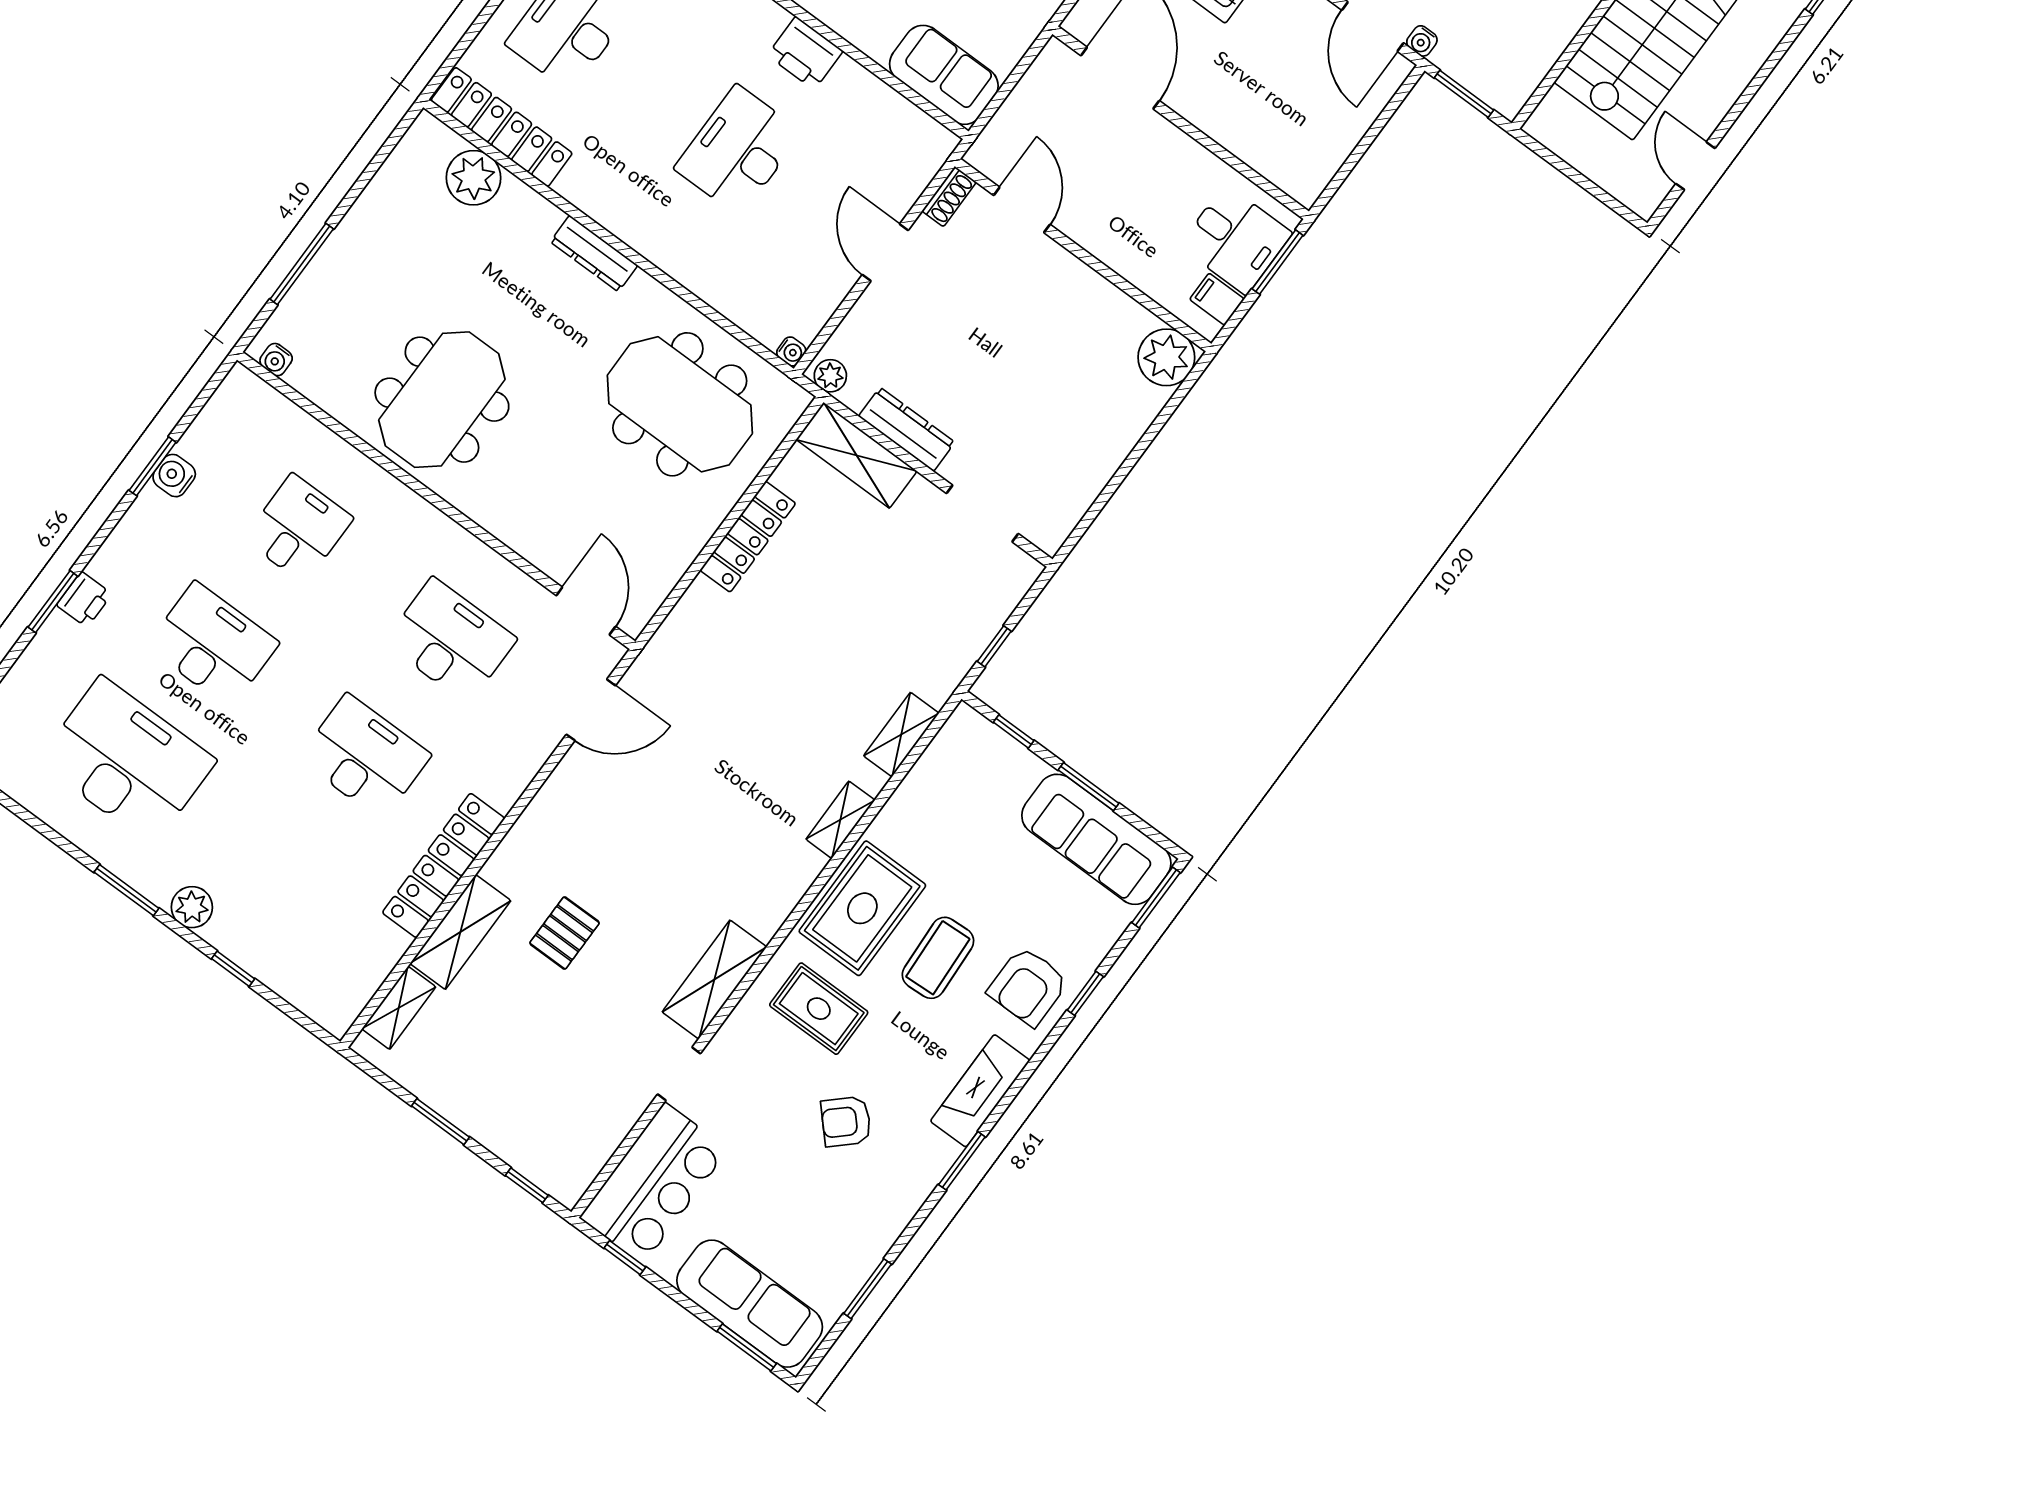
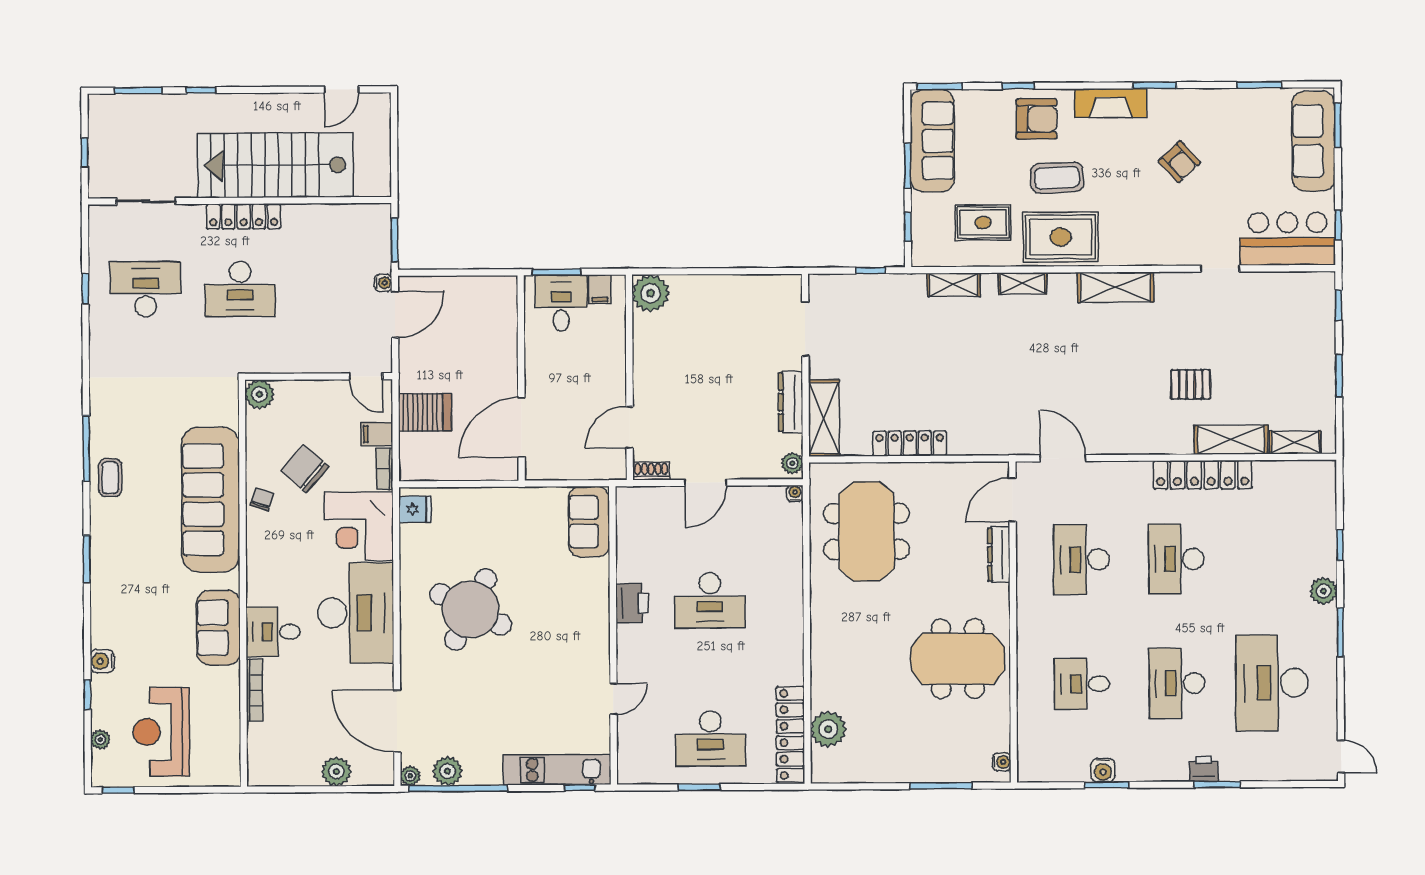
dresser: (594, 254) -> (999, 555), moved, turned 180
shelving: (714, 979) -> (1116, 287), moved
rug: (819, 1009) -> (983, 223), moved, turned 90

